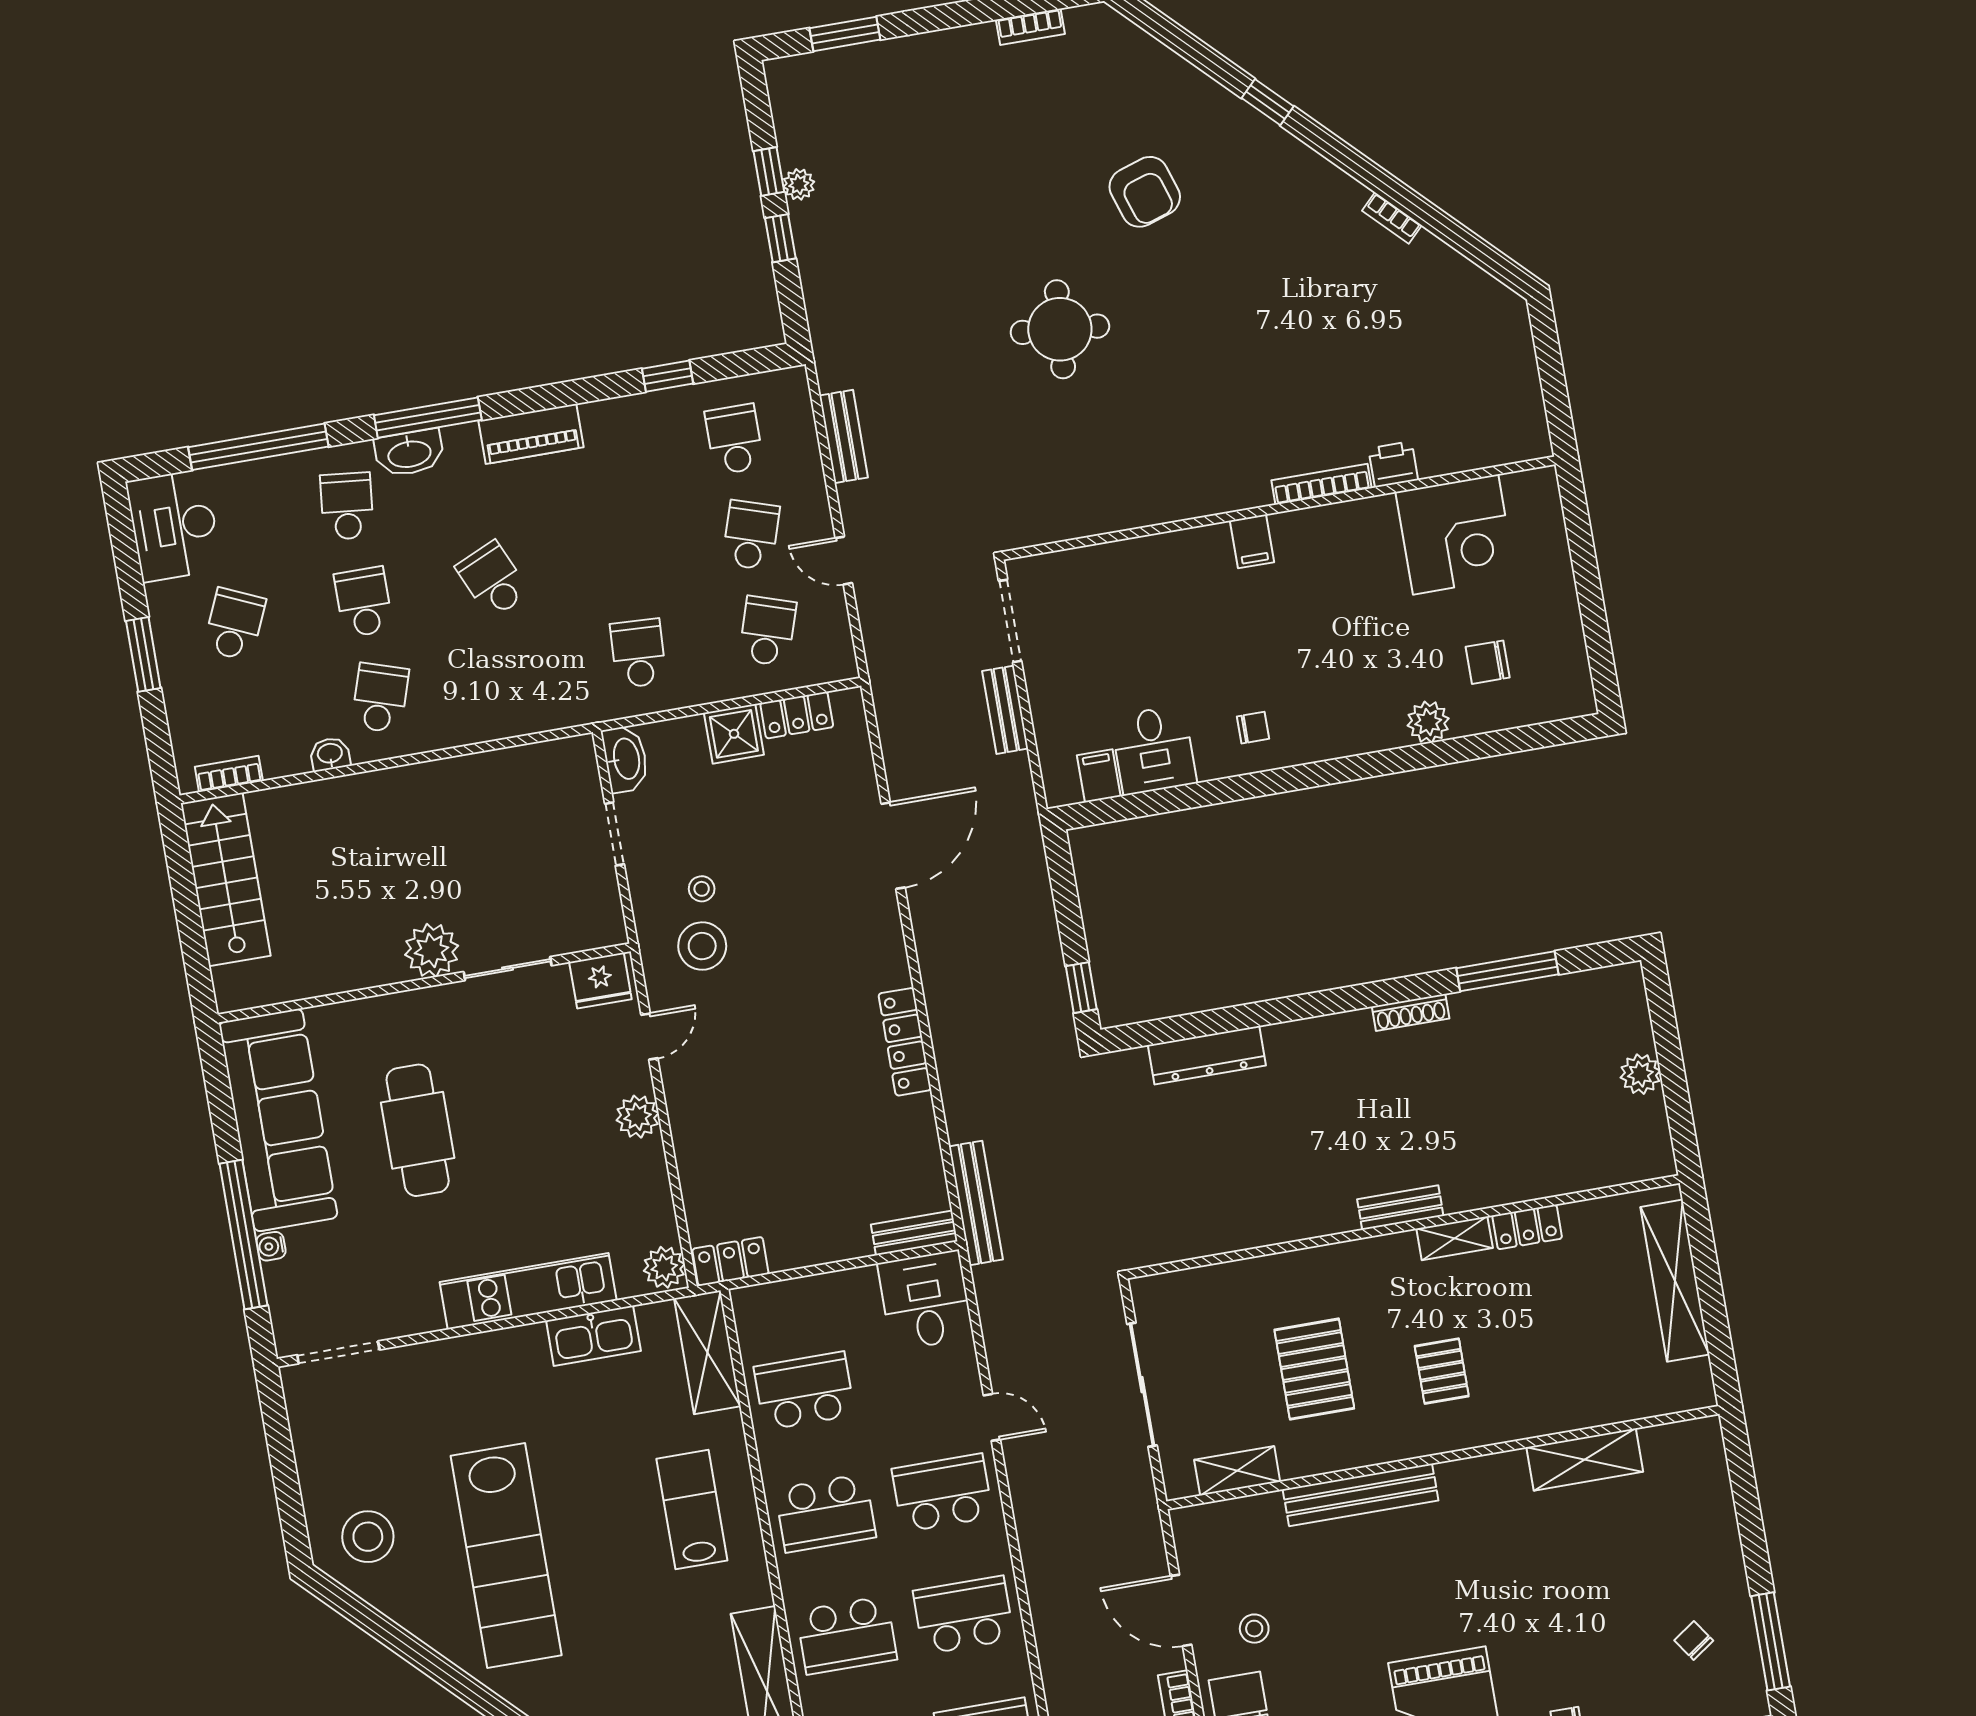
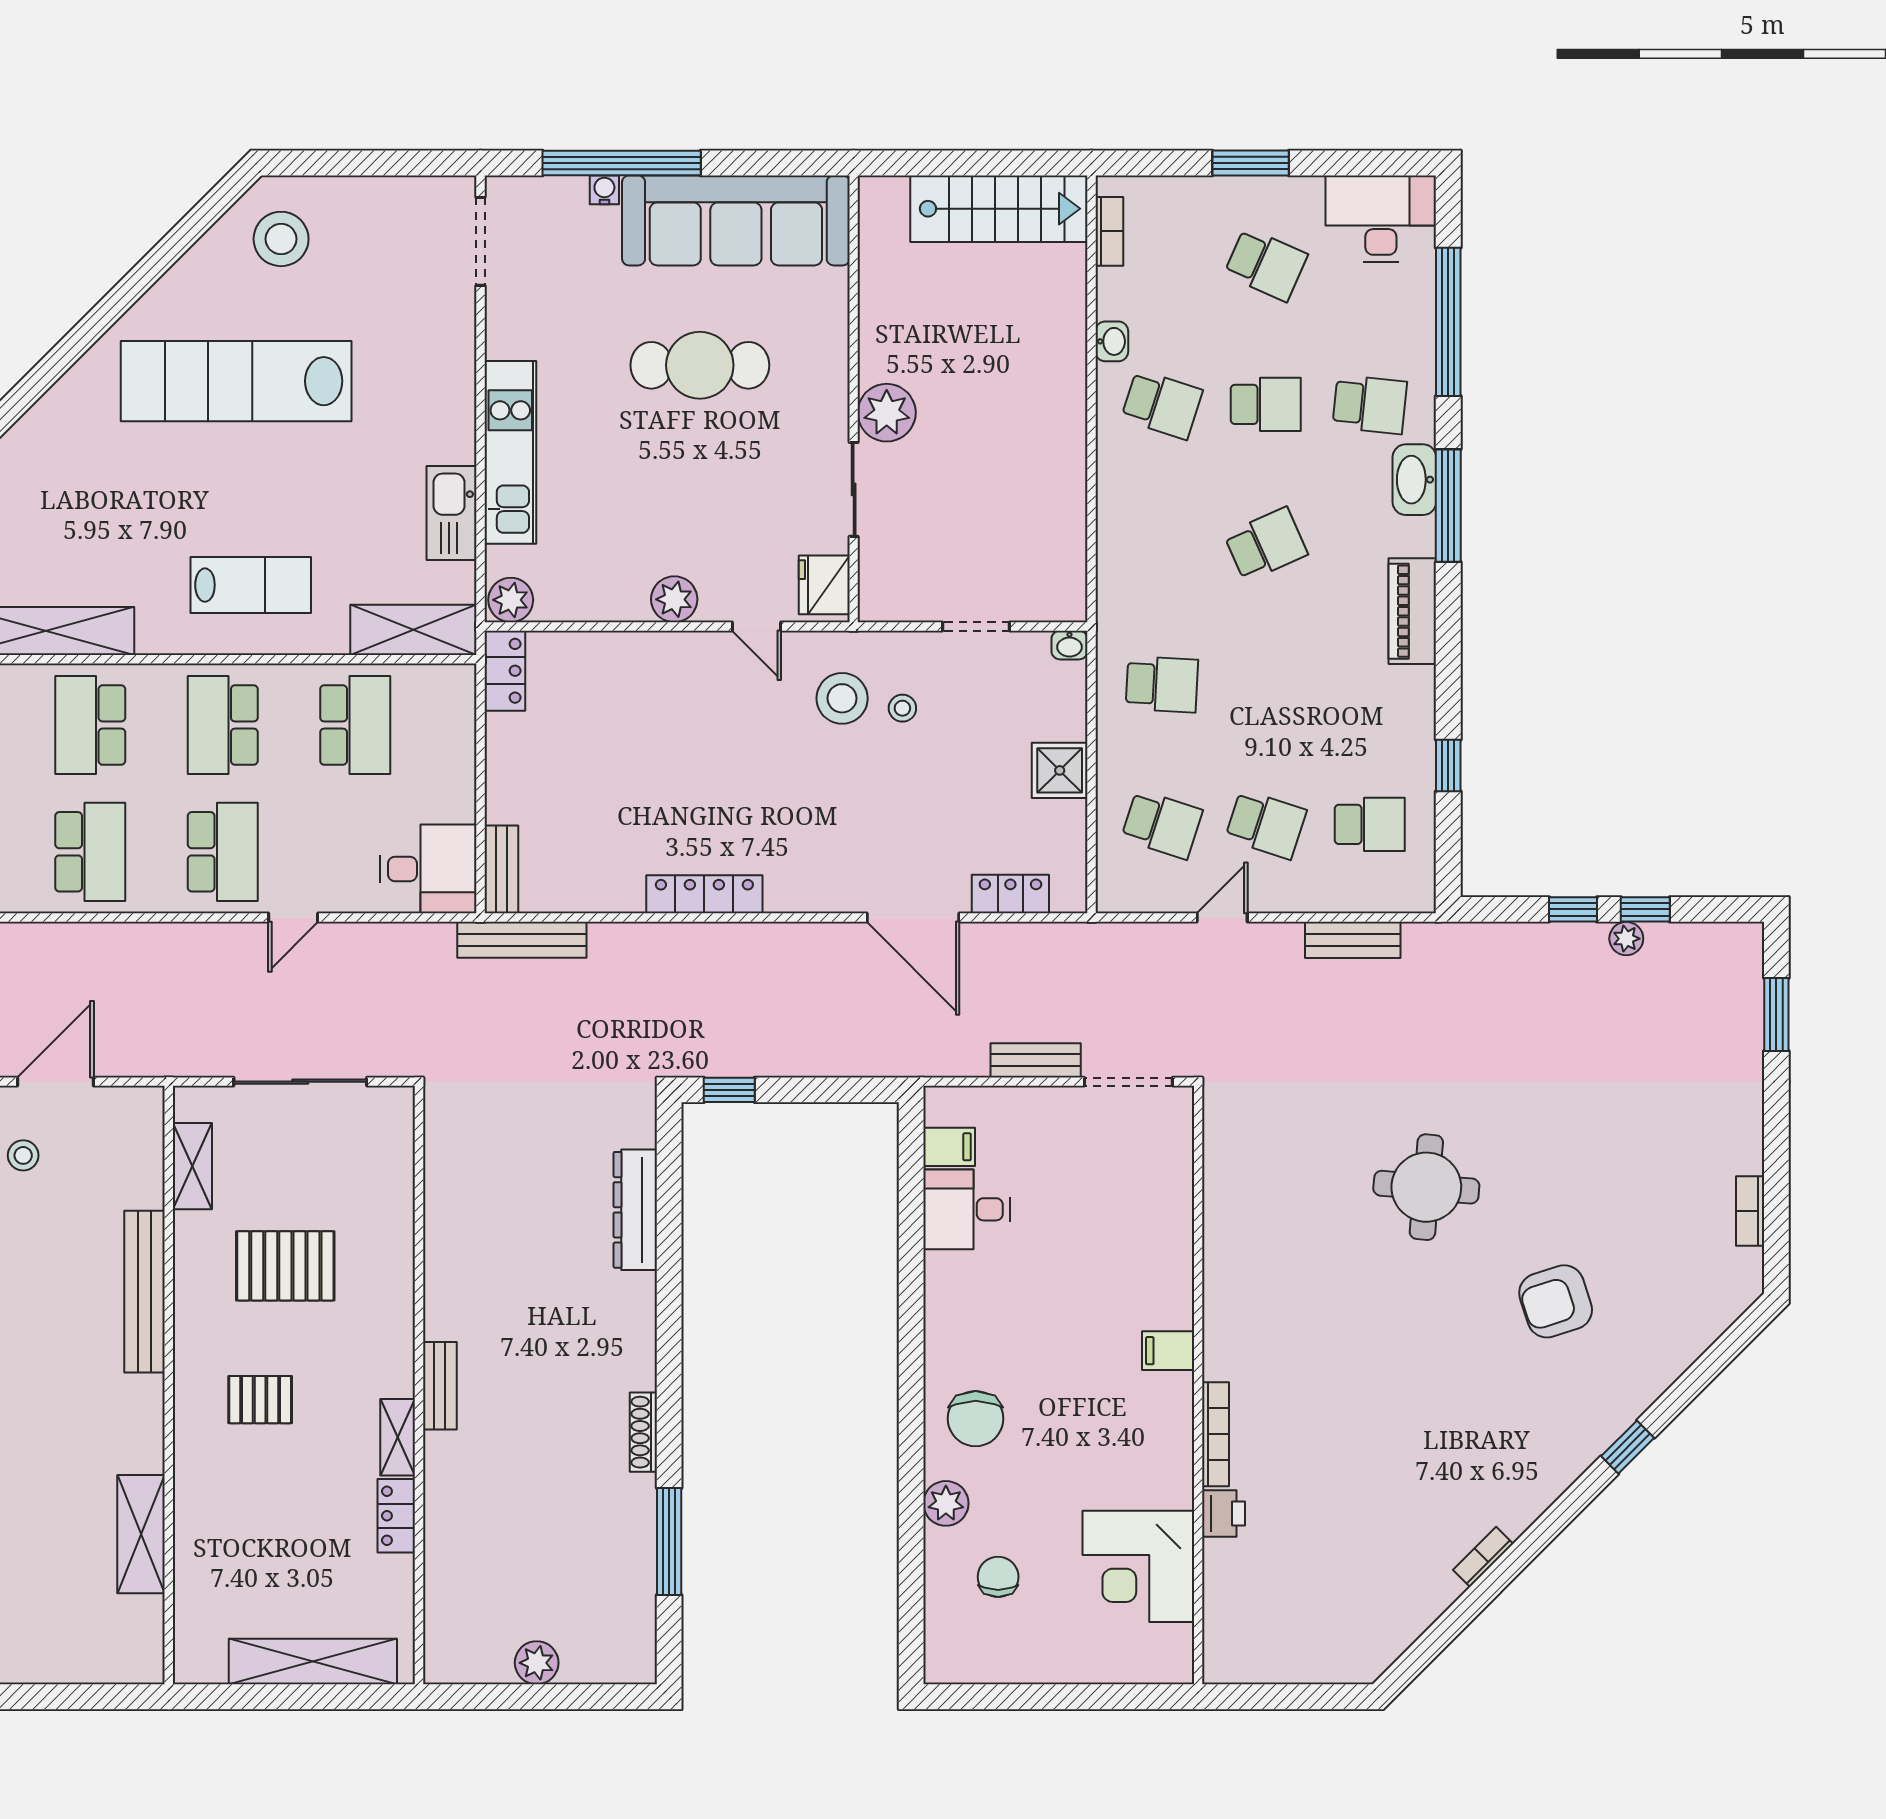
locker: (797, 715) -> (1010, 894), moved, turned 90
chair: (1253, 728) -> (976, 1419), moved, width x1.87, depth x1.87
washbasin: (625, 759) -> (1069, 645), width x0.52, depth x0.69

